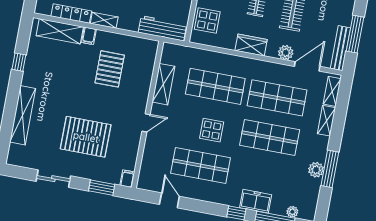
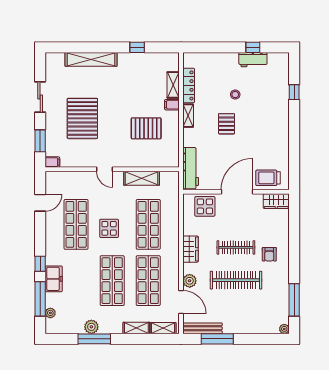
shelving: (60, 31) -> (173, 85), width x0.67, depth x0.75

